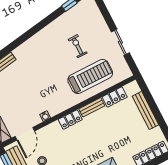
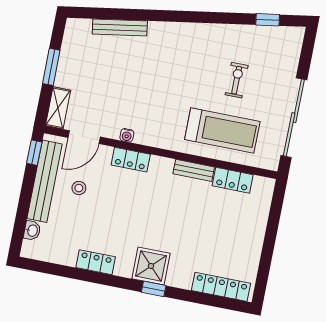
sliding door: (120, 42) -> (294, 118), width x1.86
bench: (145, 110) -> (258, 227), removed
locker: (70, 120) -> (131, 160), moved

